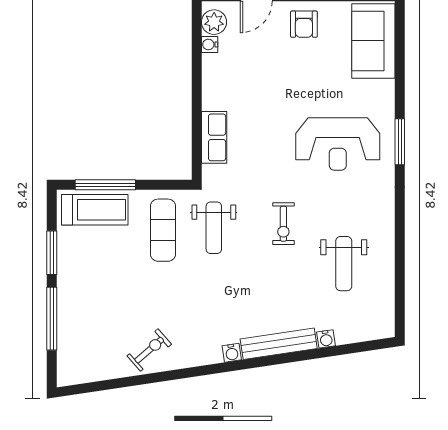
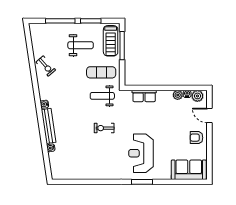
plant: (212, 65) -> (178, 95), added
weight bench: (344, 264) -> (81, 45), moved, turned 180

